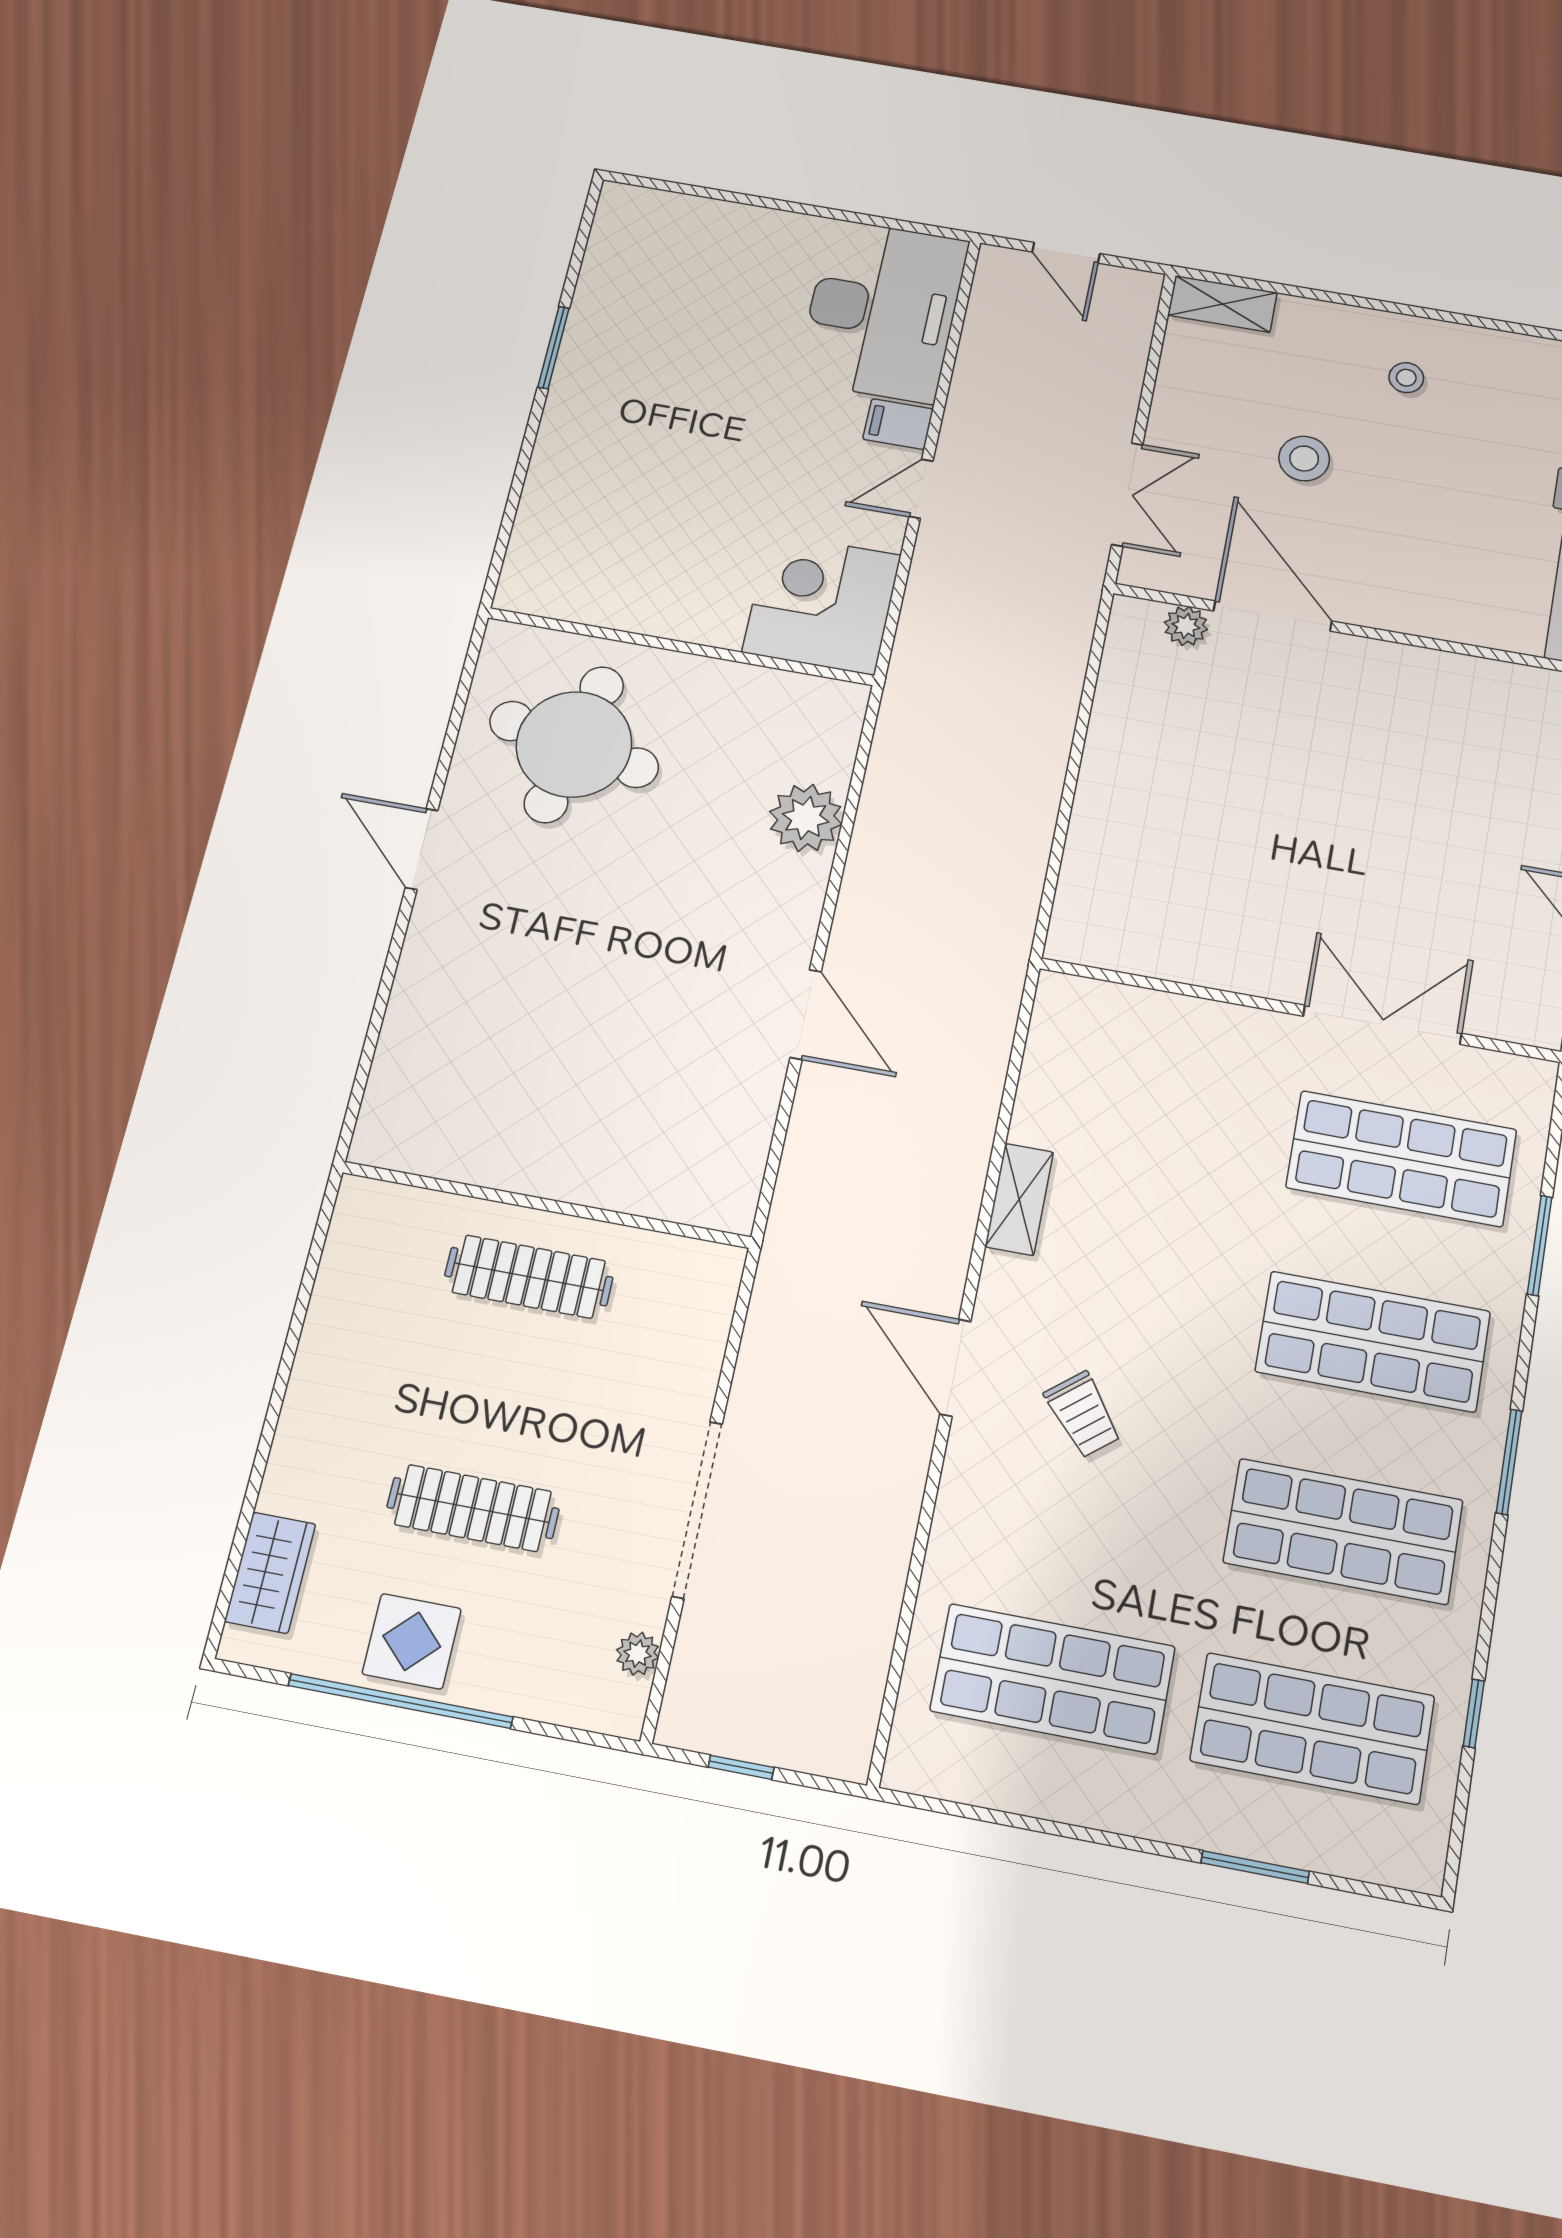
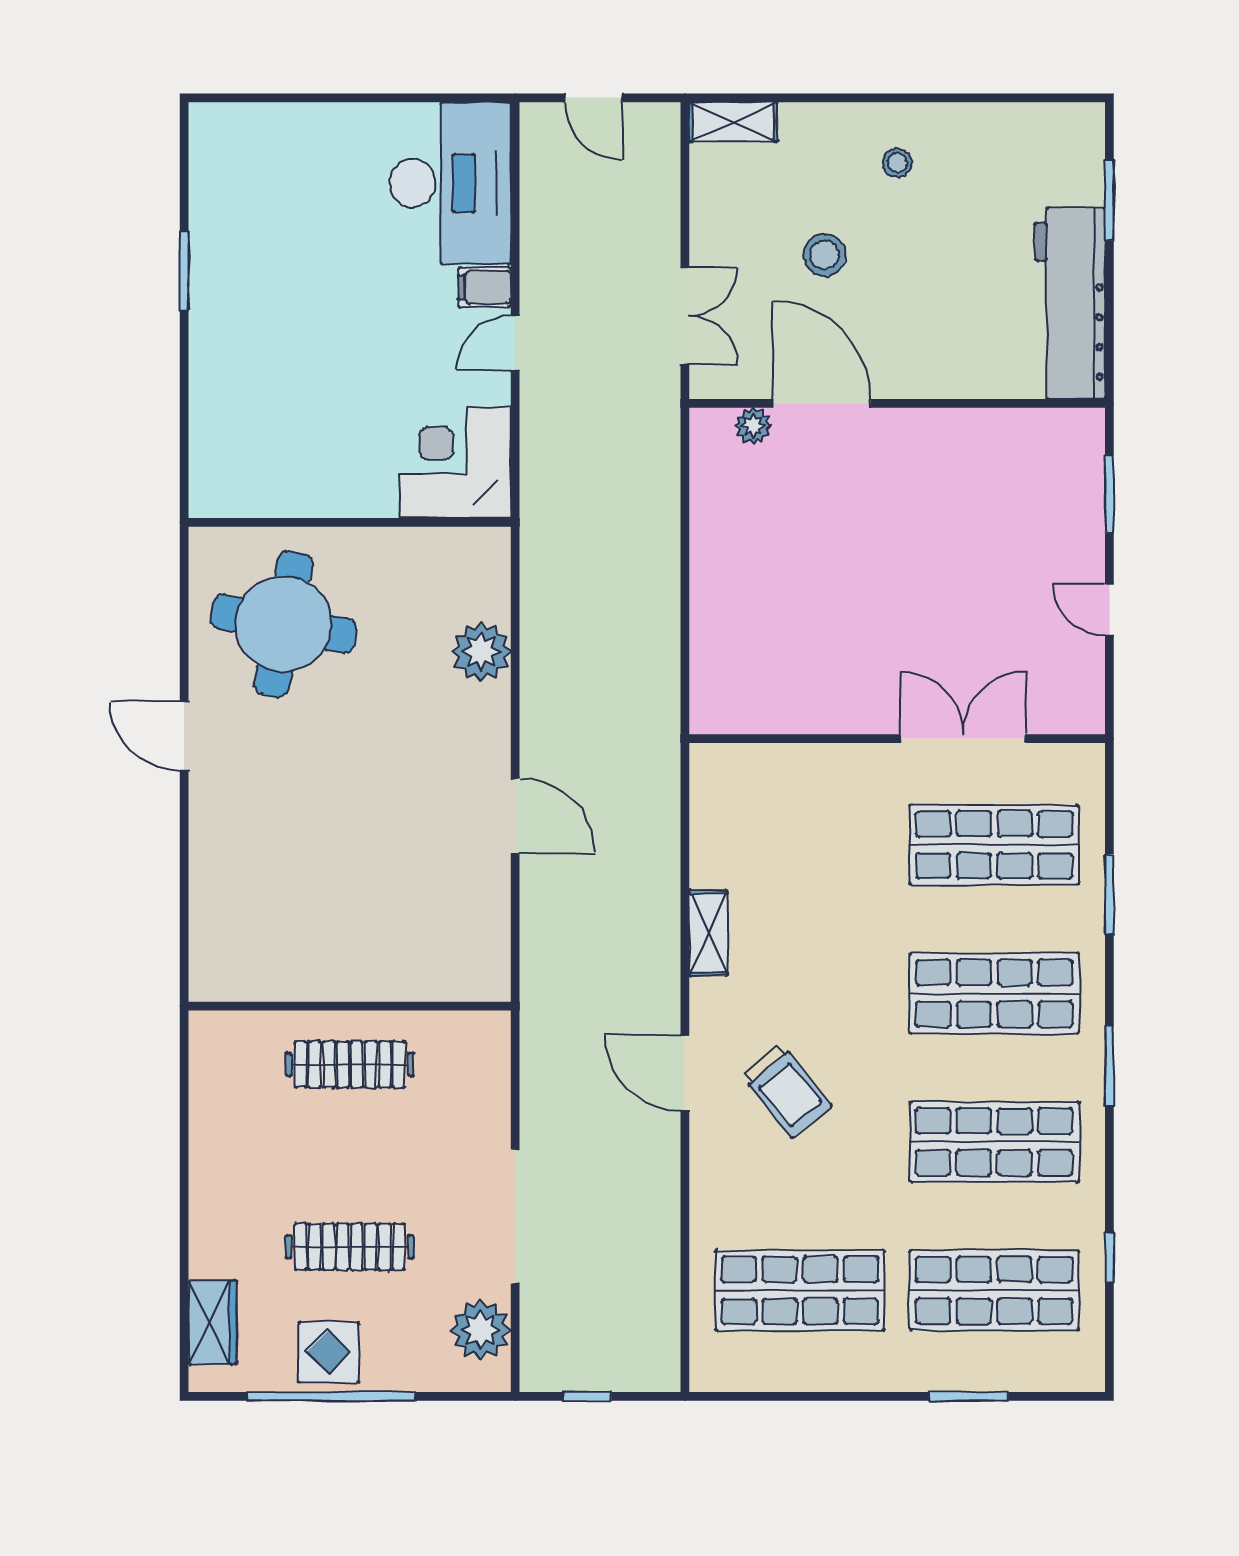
trolley: (1083, 1415) -> (787, 1091), width x1.36, depth x1.39
plant: (638, 1654) -> (481, 1330), width x1.88, depth x1.88

